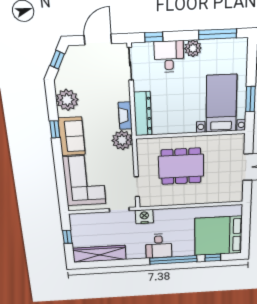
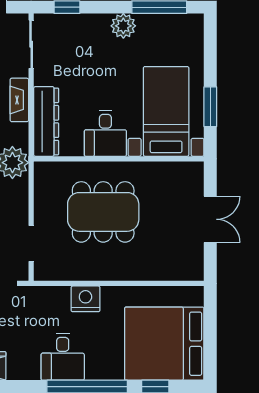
desk: (169, 57) -> (105, 134), moved, turned 180
fireplace: (125, 116) -> (19, 100), moved
nightstand: (144, 217) -> (85, 299), moved

